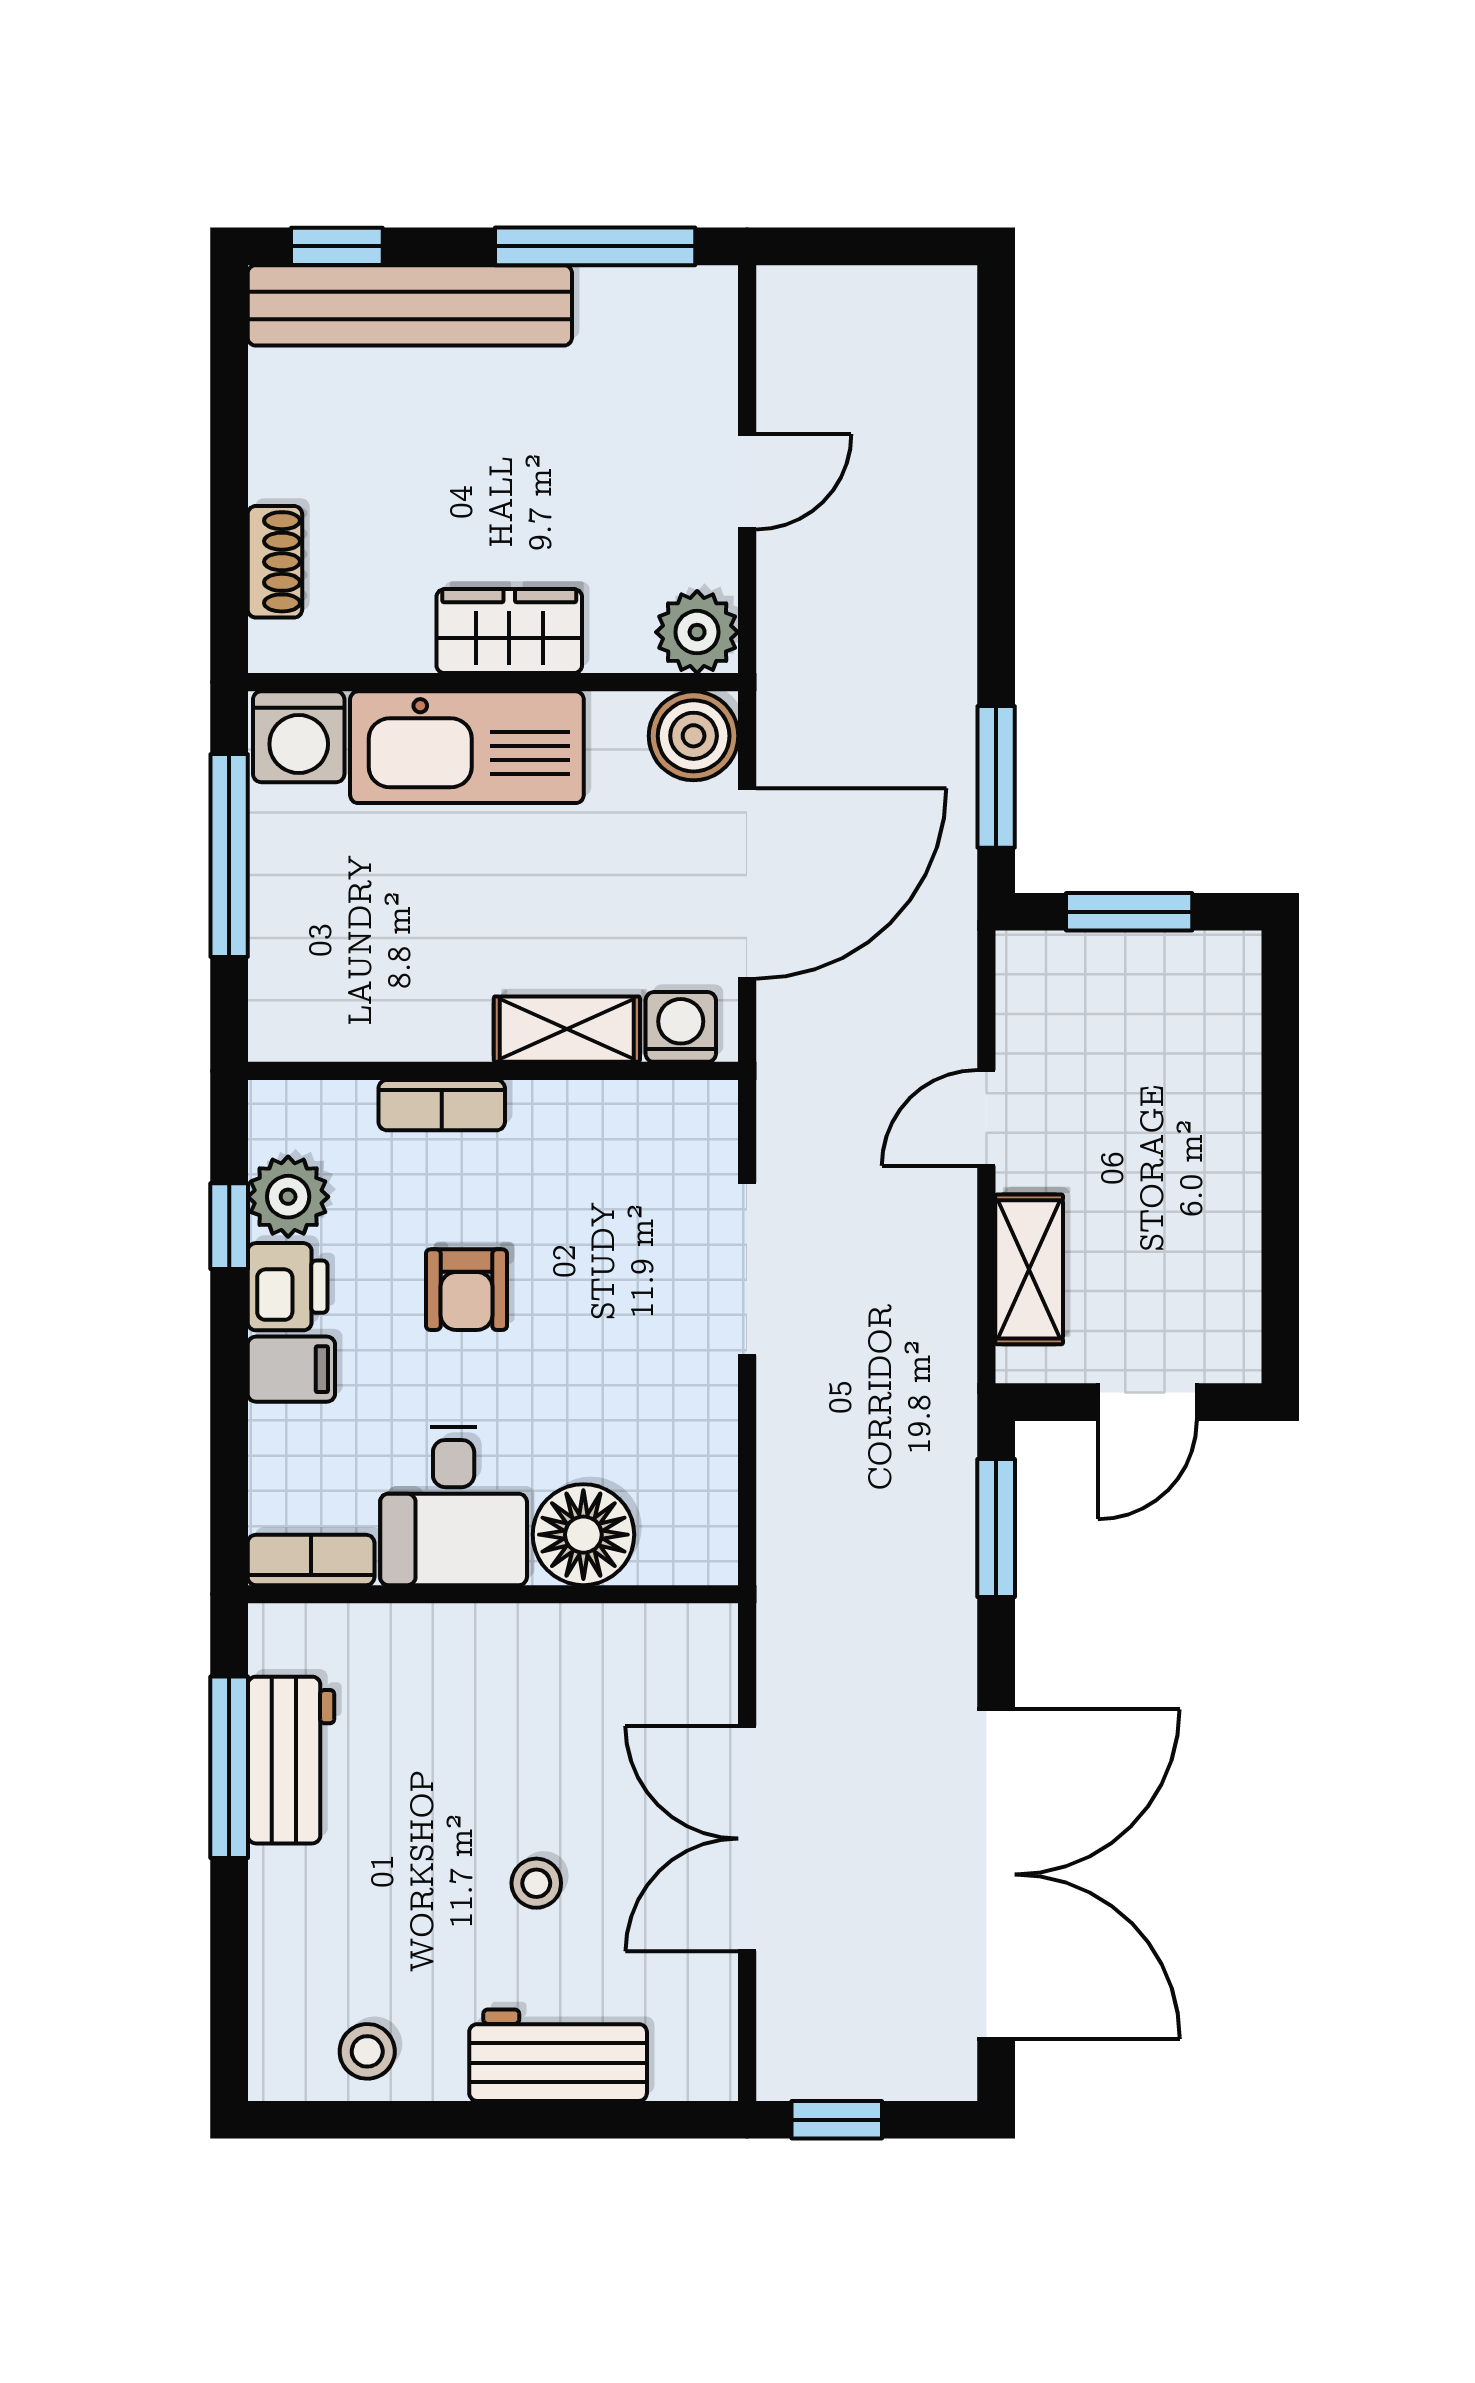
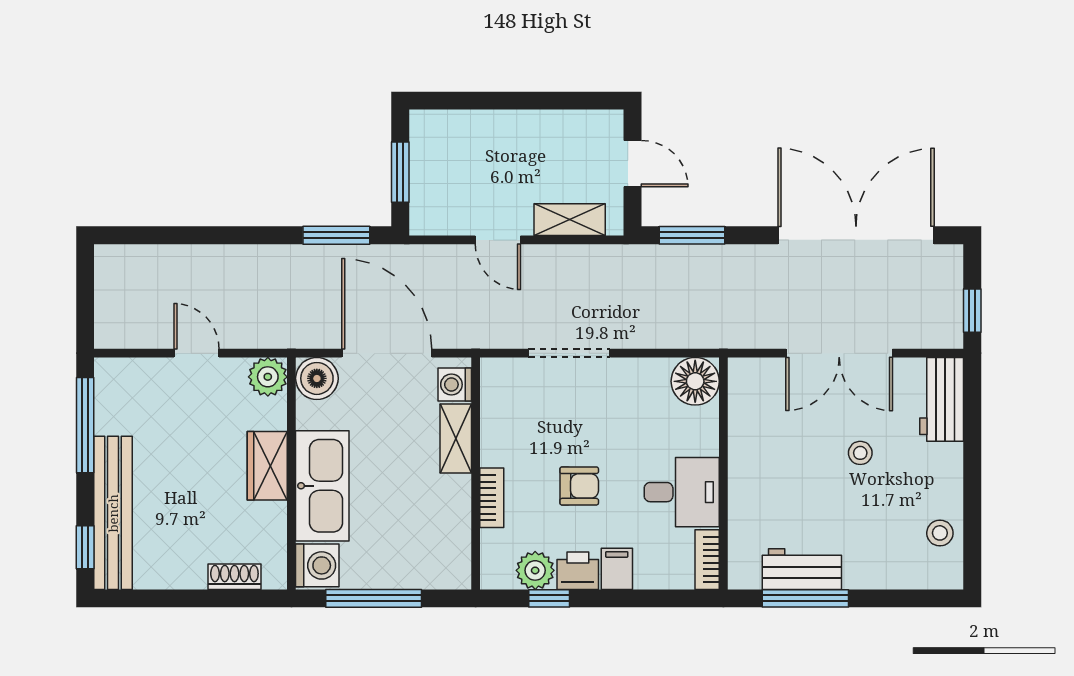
floor lamp: (583, 1535) -> (695, 381), moved
workbench: (558, 2055) -> (942, 399), moved

